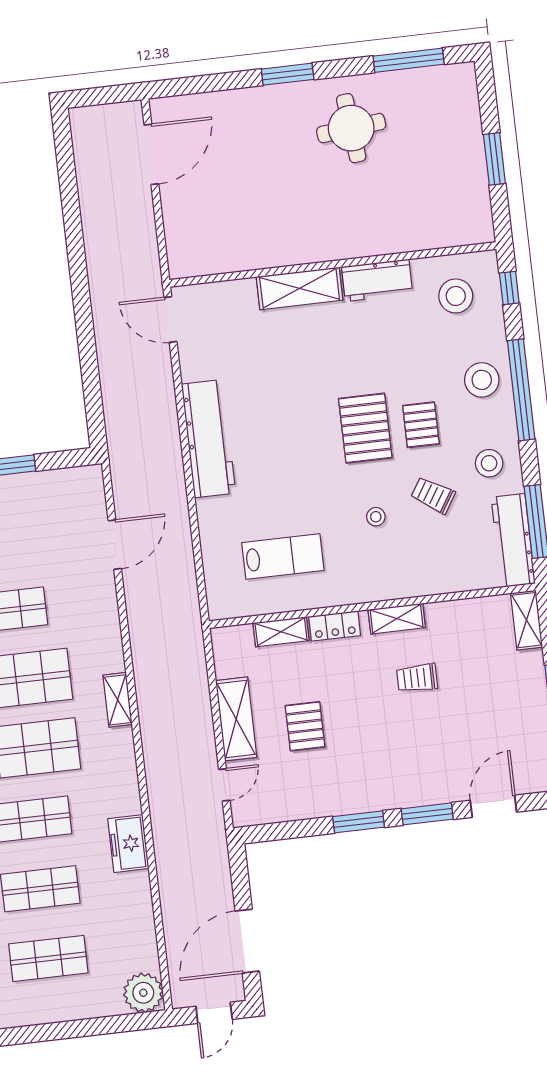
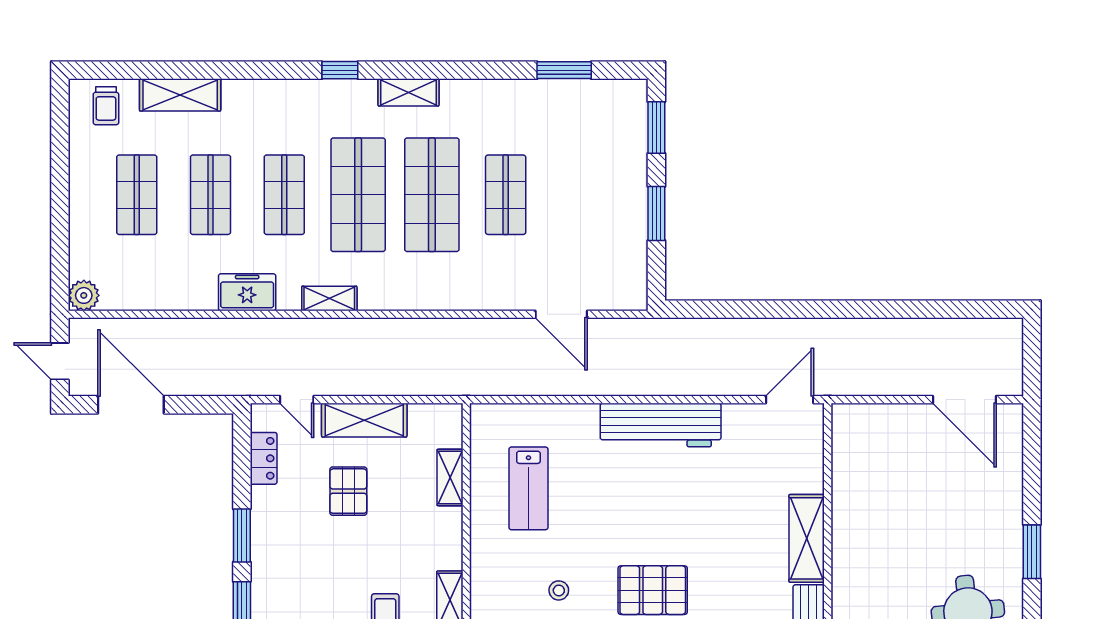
locker: (335, 626) -> (264, 458), moved, turned 180
shelving: (118, 700) -> (329, 298), moved
pallet: (305, 726) -> (348, 491), turned 90
plant: (143, 993) -> (84, 295), width x0.73, depth x0.73

